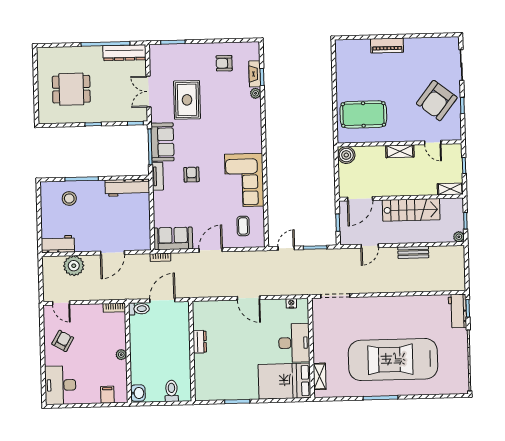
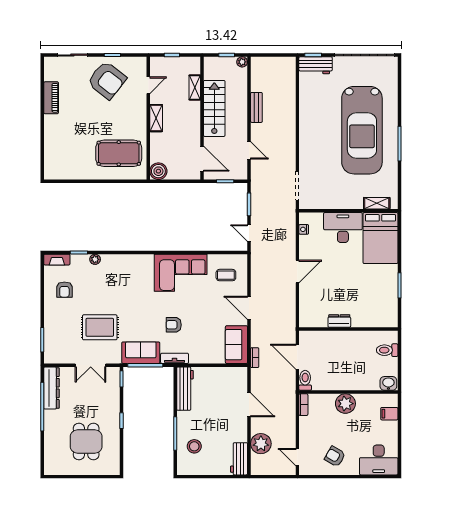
piano: (387, 45) -> (51, 98), moved
fireplace: (255, 74) -> (57, 260), moved
pool table: (363, 114) -> (119, 153), turned 90
shelving: (450, 189) -> (195, 87), moved
door: (61, 303) -> (297, 457), swing flipped
plant: (121, 355) -> (345, 404), width x1.87, depth x1.87

